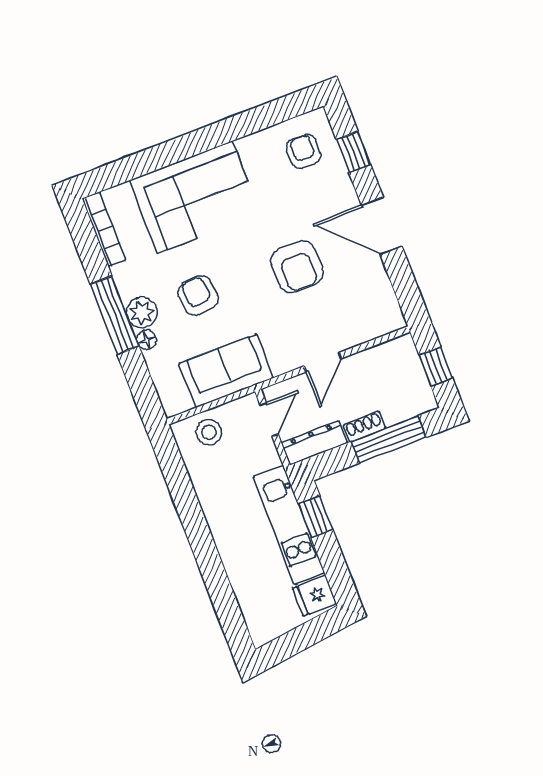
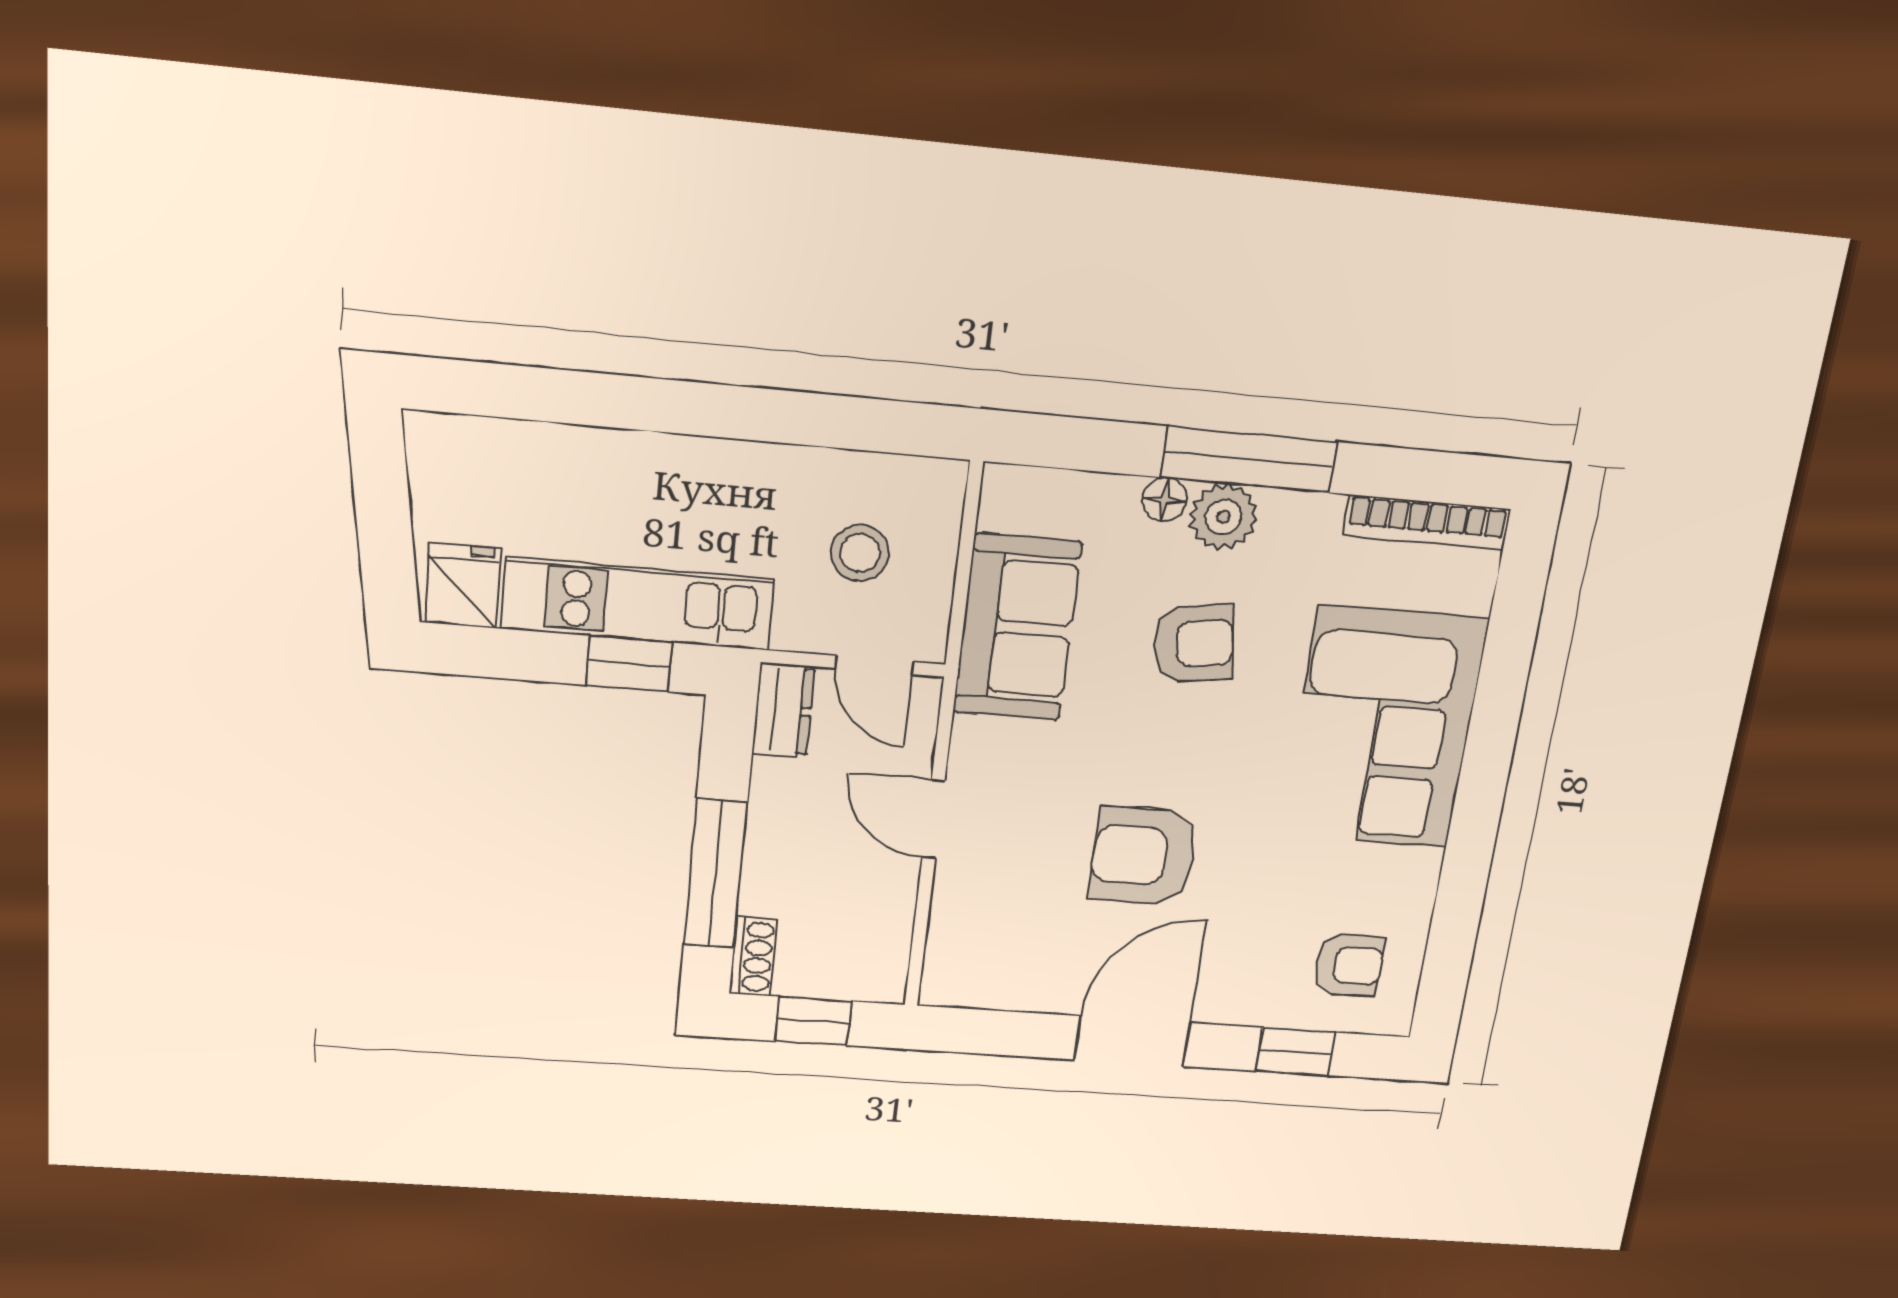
shoe rack: (364, 427) -> (753, 957), moved
stool: (209, 432) -> (860, 553), moved
dresser: (314, 443) -> (783, 710), width x0.70

